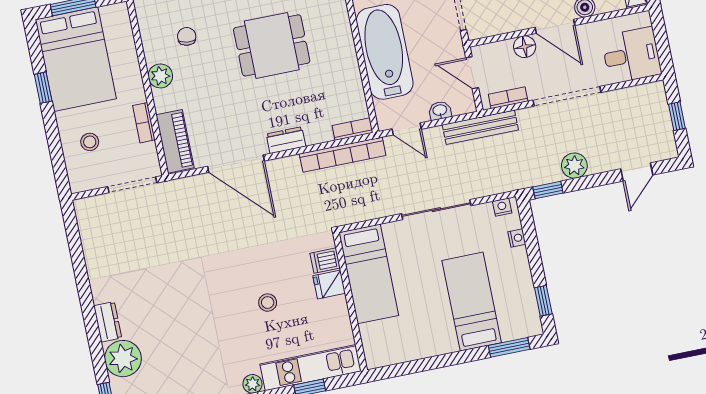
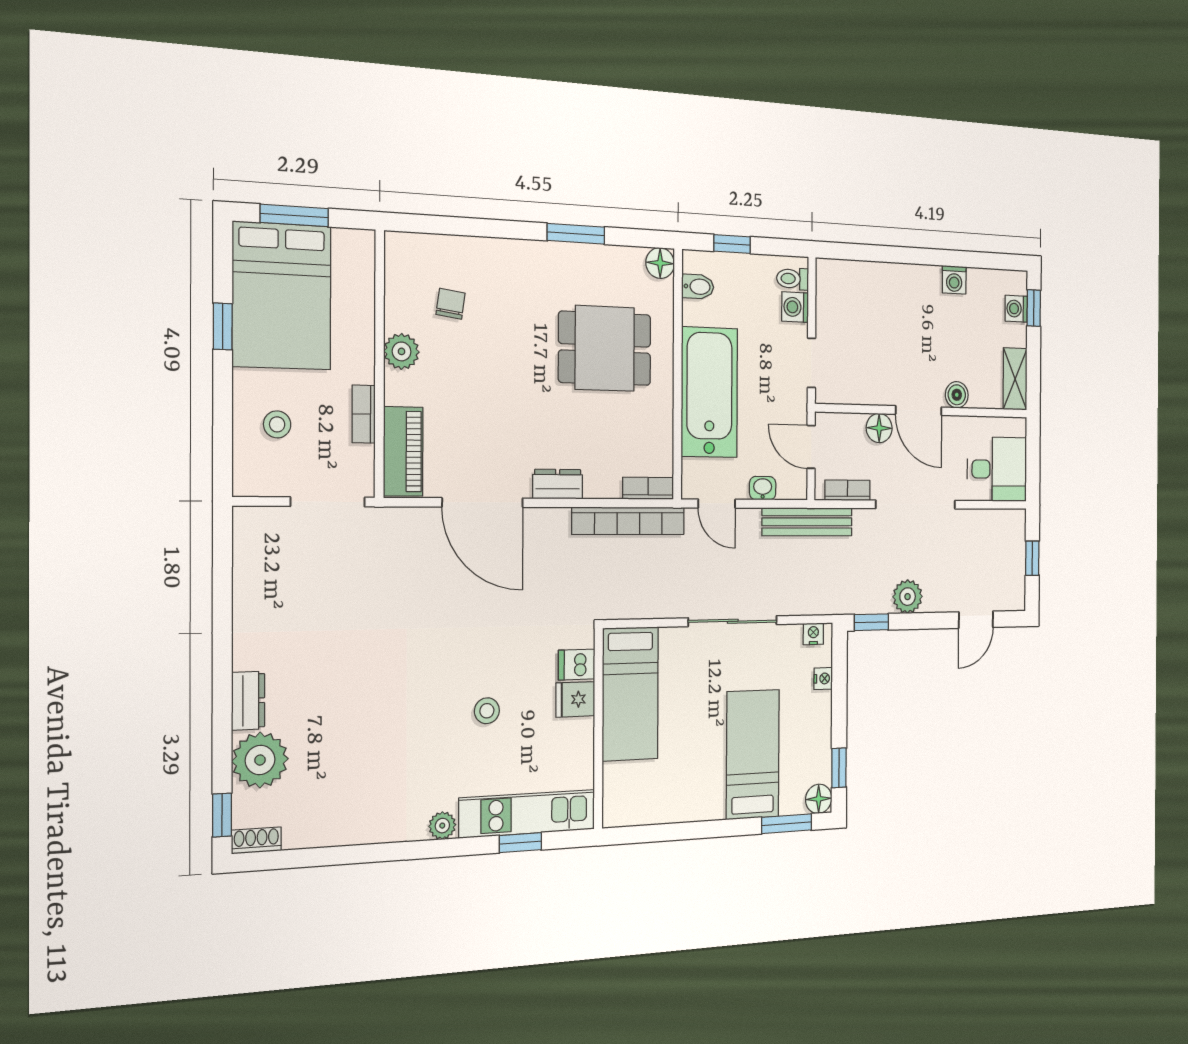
dining table: (272, 45) -> (605, 348), moved
floor lamp: (531, 326) -> (819, 799), added

